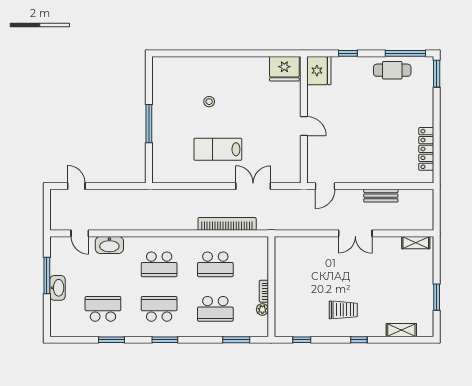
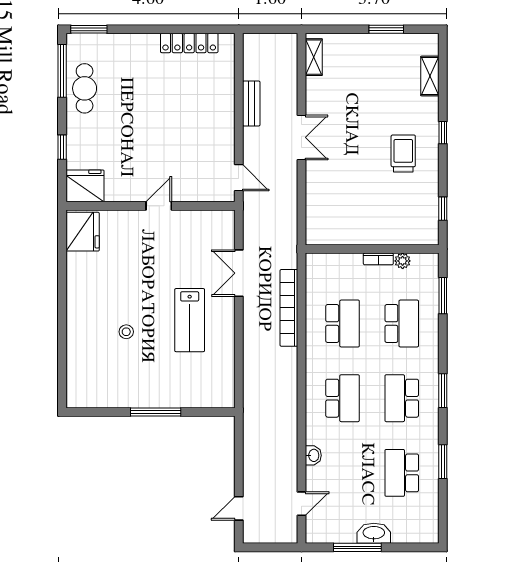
washbasin: (109, 245) -> (313, 455), width x0.52, depth x0.69

